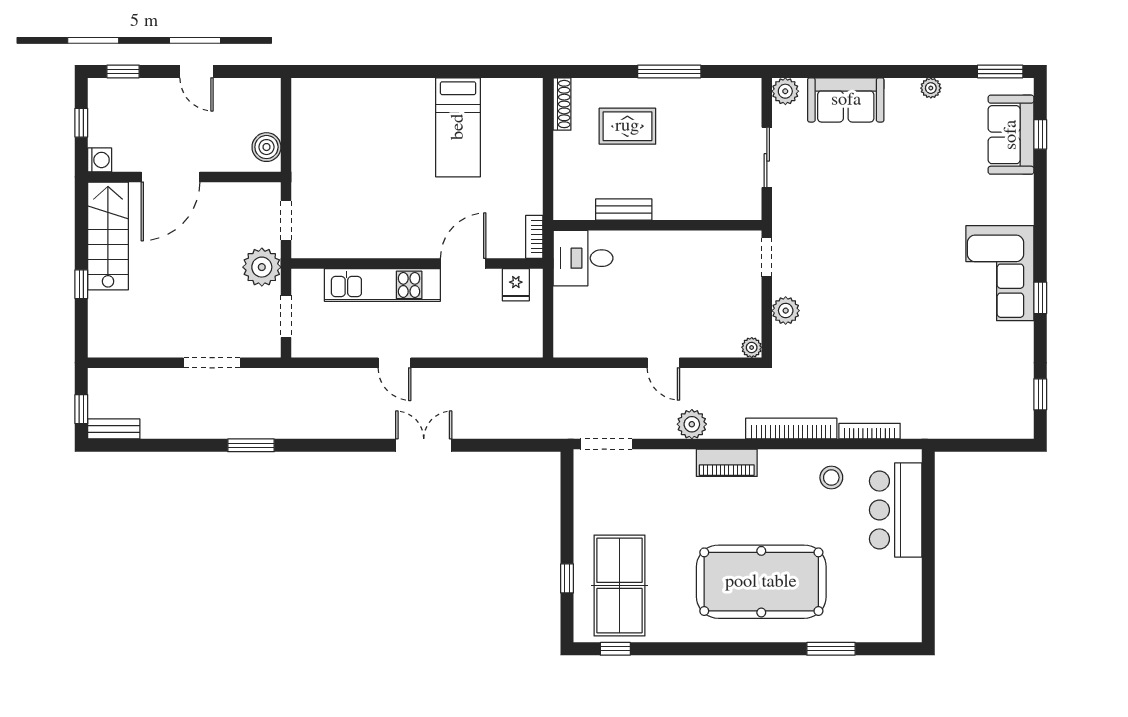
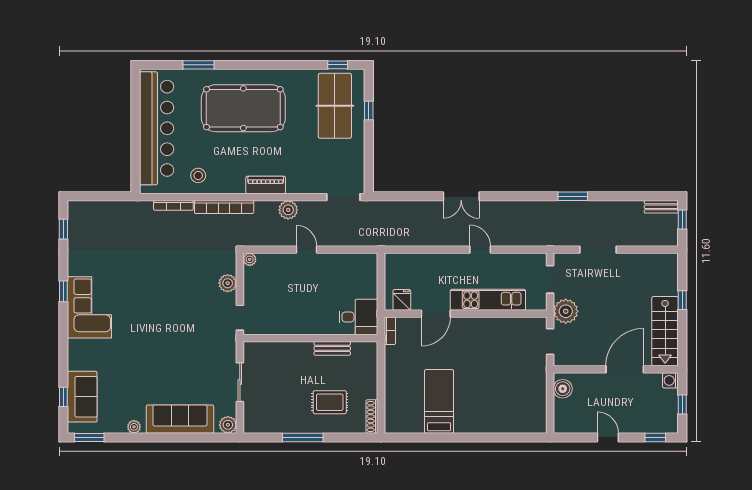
sofa: (846, 100) -> (180, 419), width x1.36
bar counter: (896, 510) -> (157, 128), width x1.86

